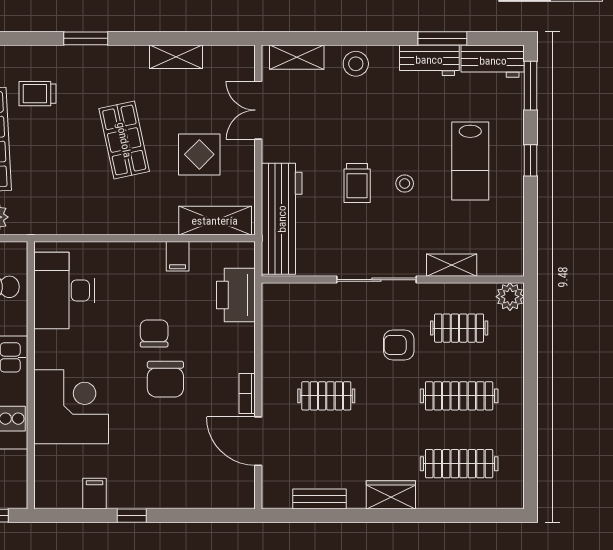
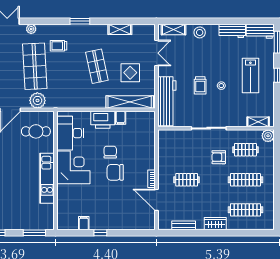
window: (442, 38) -> (238, 21), removed
double door: (258, 110) -> (156, 53), swing flipped
shelving: (215, 221) -> (130, 102), width x1.47
shelving: (452, 265) -> (258, 122), moved
printer: (236, 295) -> (103, 120), moved, turned -90
chair: (165, 379) -> (115, 172), turned 90
corner desk: (71, 407) -> (73, 167), moved

